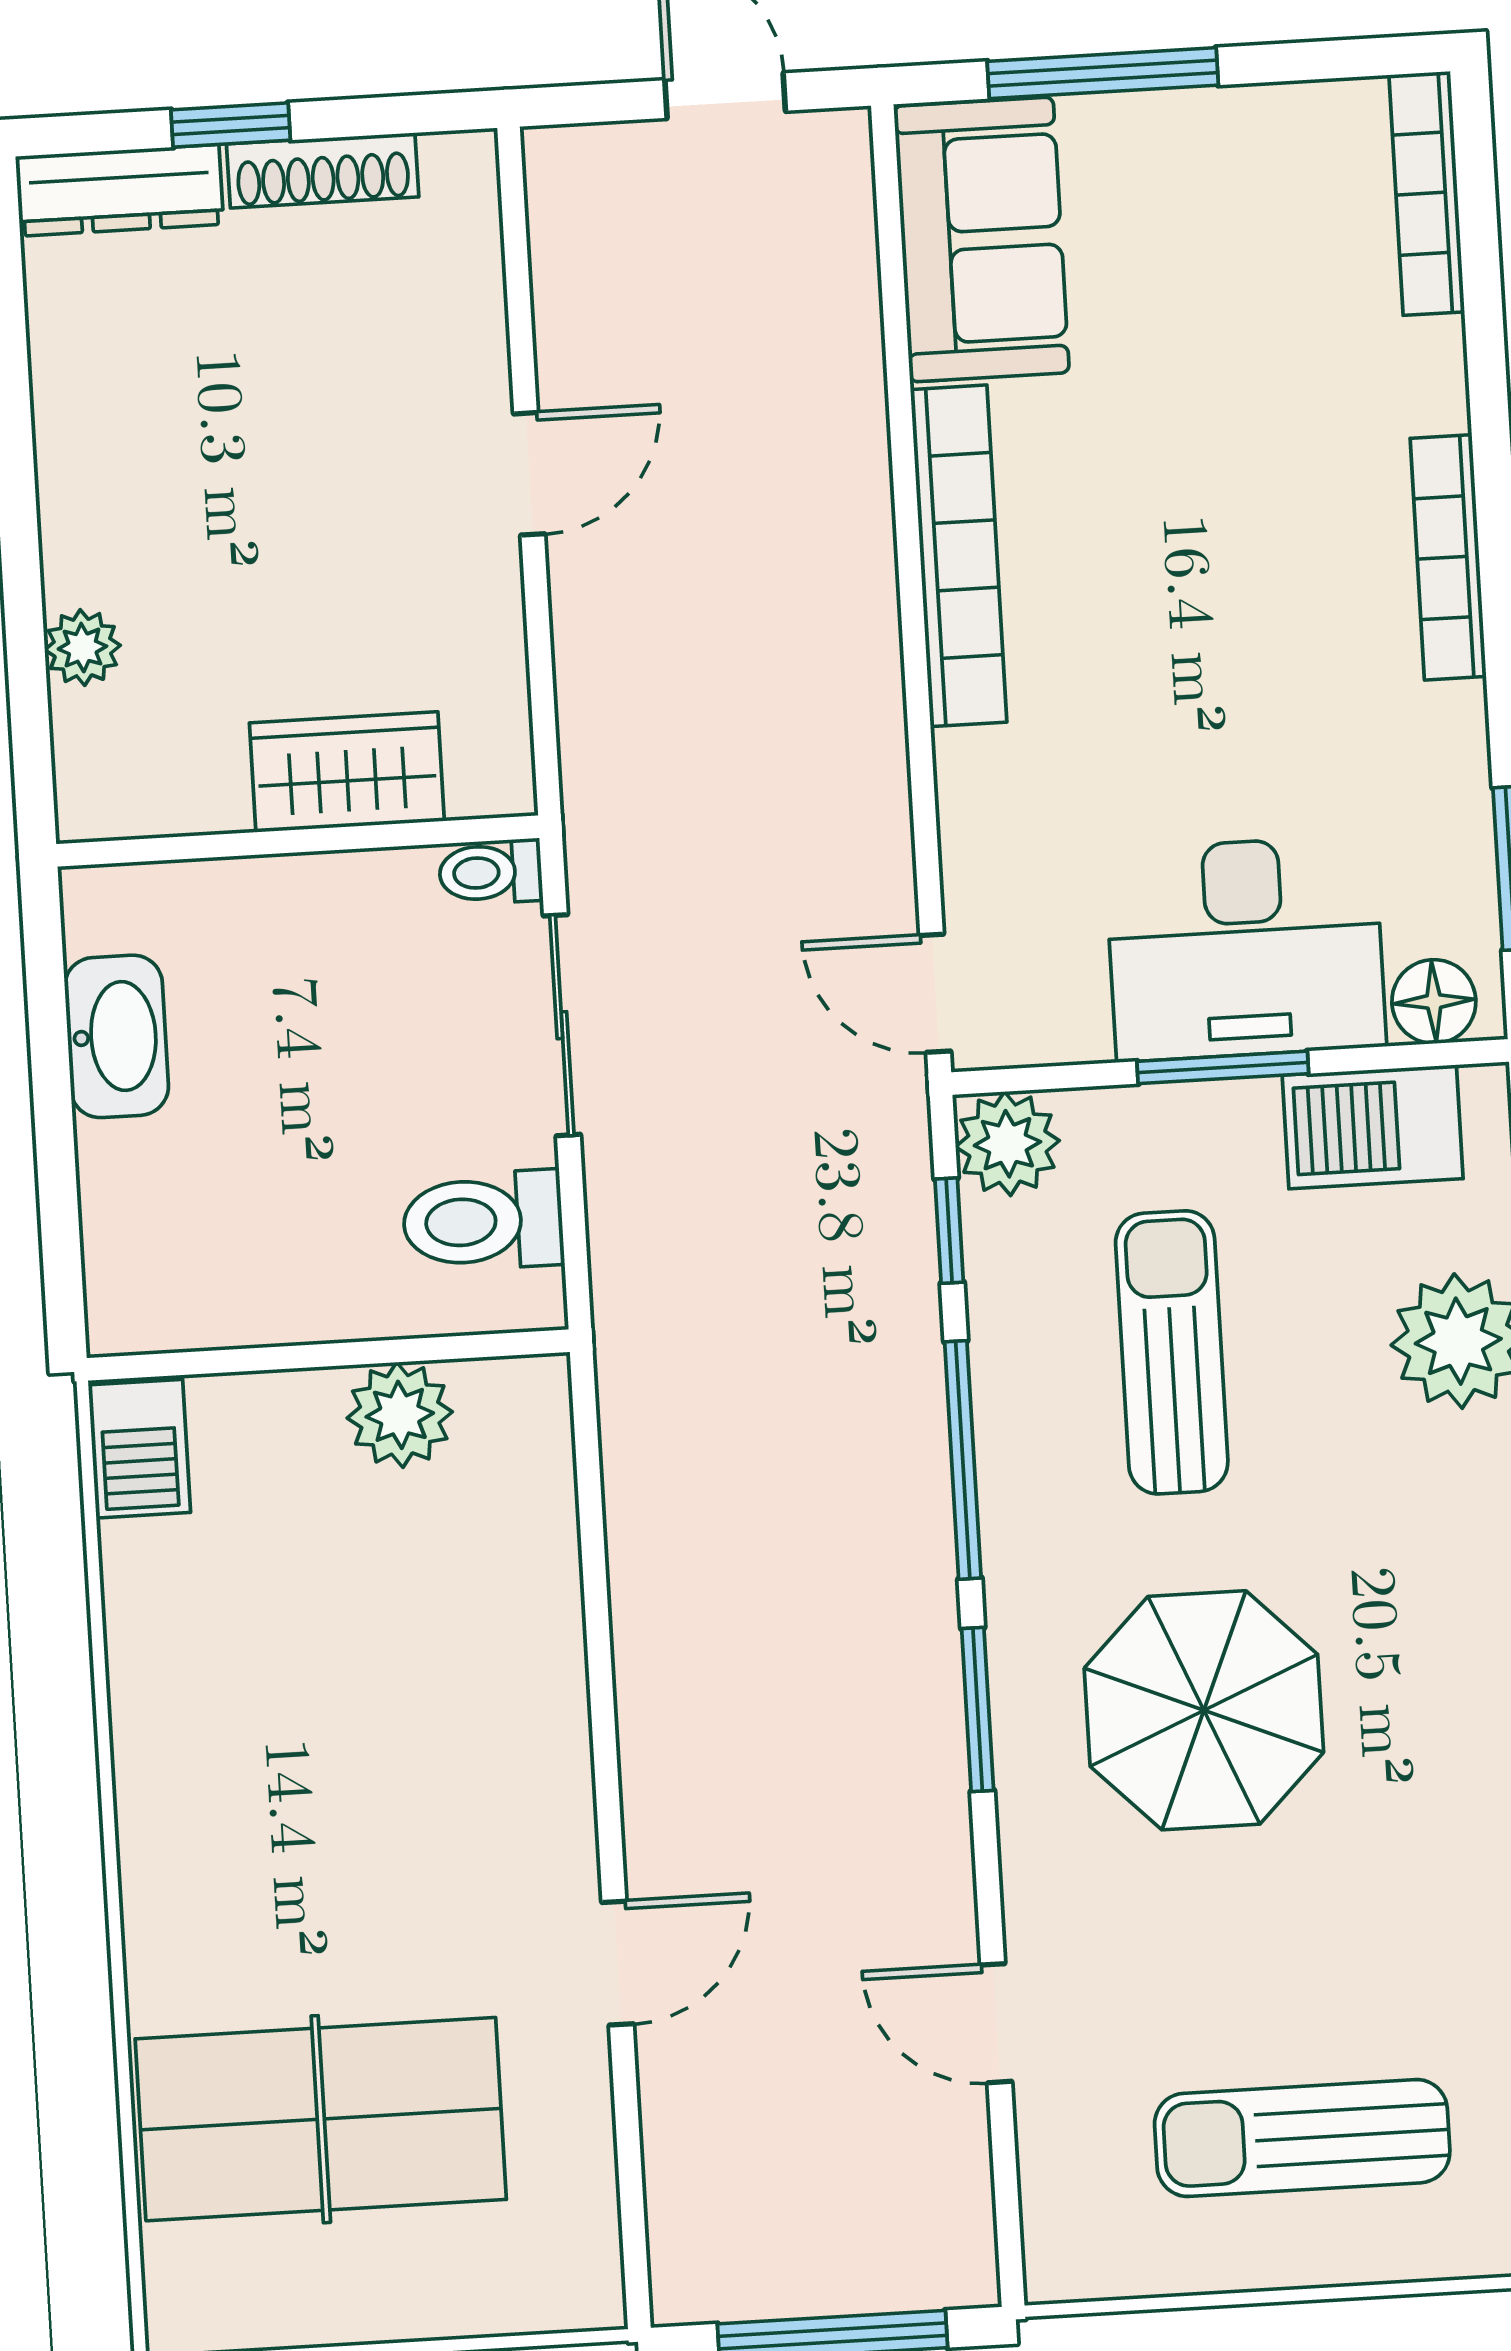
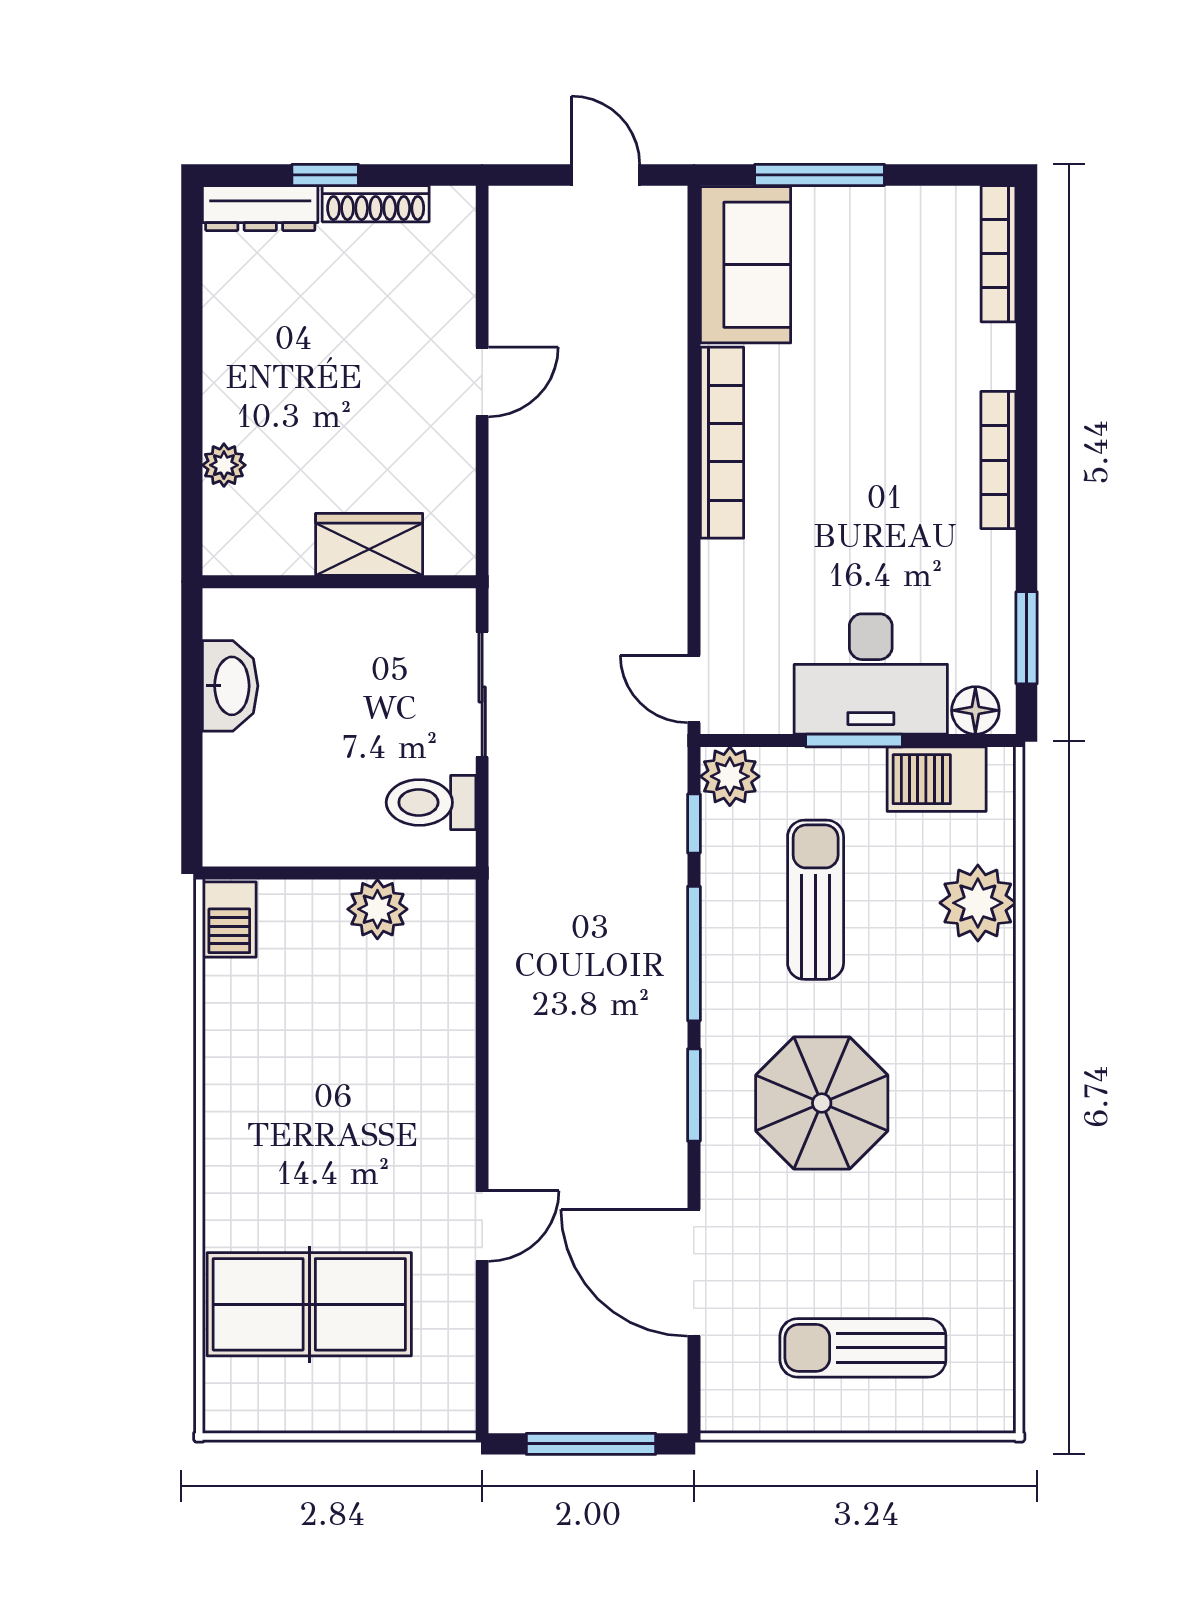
toilet: (491, 872) -> (447, 606), removed
door: (996, 2023) -> (694, 1273), width x1.88

